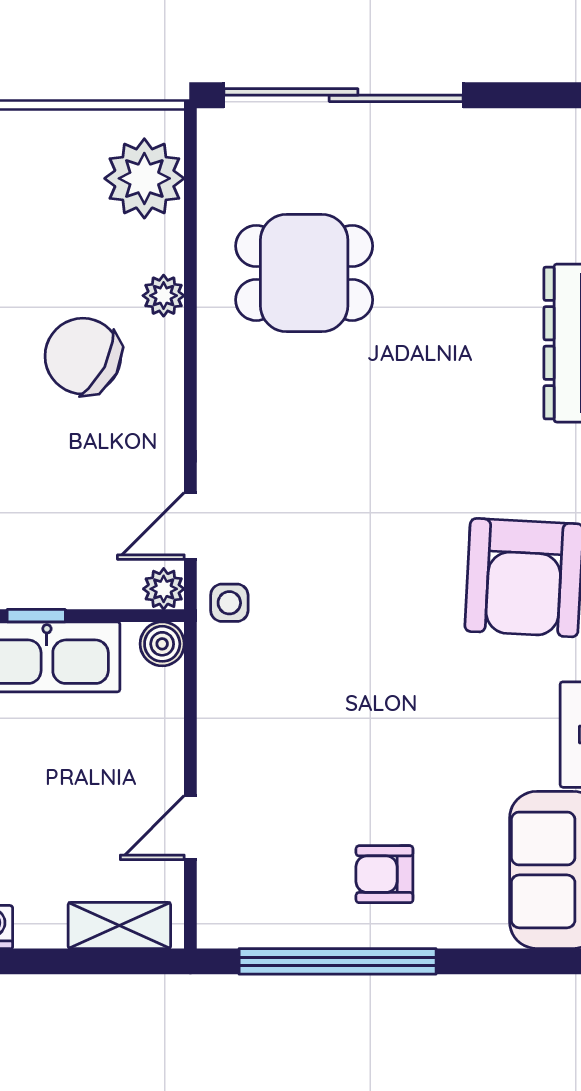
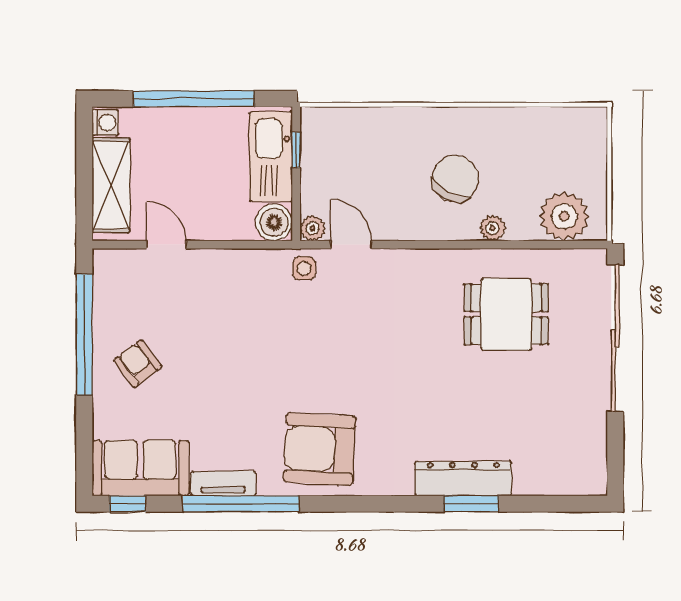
dining table: (304, 273) -> (506, 314), turned 90
boiler: (162, 644) -> (274, 222), width x1.36, depth x1.36
armchair: (384, 874) -> (138, 364), turned -37
shelving: (119, 925) -> (111, 185), width x1.50, depth x1.33

